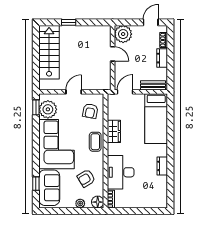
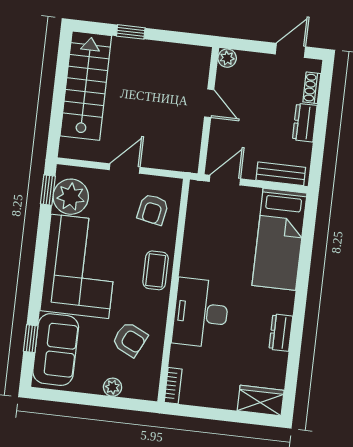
plant: (123, 34) -> (227, 58), width x0.53, depth x0.53
wardrobe: (114, 131) -> (261, 401), moved, turned -90
desk: (121, 172) -> (201, 313), moved
armchair: (86, 178) -> (130, 339), turned -123
floor lamp: (98, 202) -> (147, 388), removed

